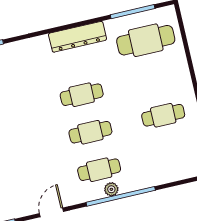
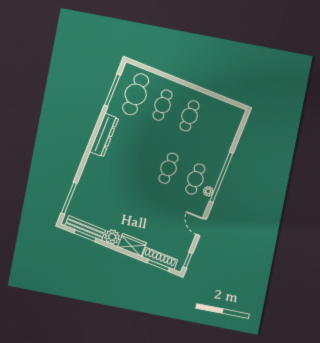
cafe table: (82, 95) -> (163, 105), moved
plant: (111, 189) -> (208, 191), moved

